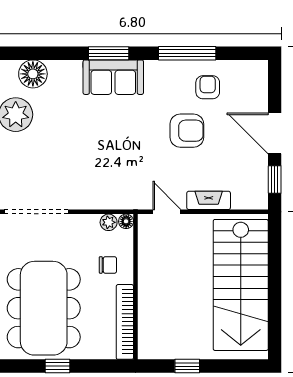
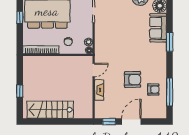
window: (187, 53) -> (170, 92), moved
sofa: (113, 77) -> (158, 28), moved
armchair: (187, 131) -> (133, 80), turned -90
stairs: (241, 285) -> (50, 110), width x0.73, depth x0.66
window: (187, 366) -> (20, 91), moved

